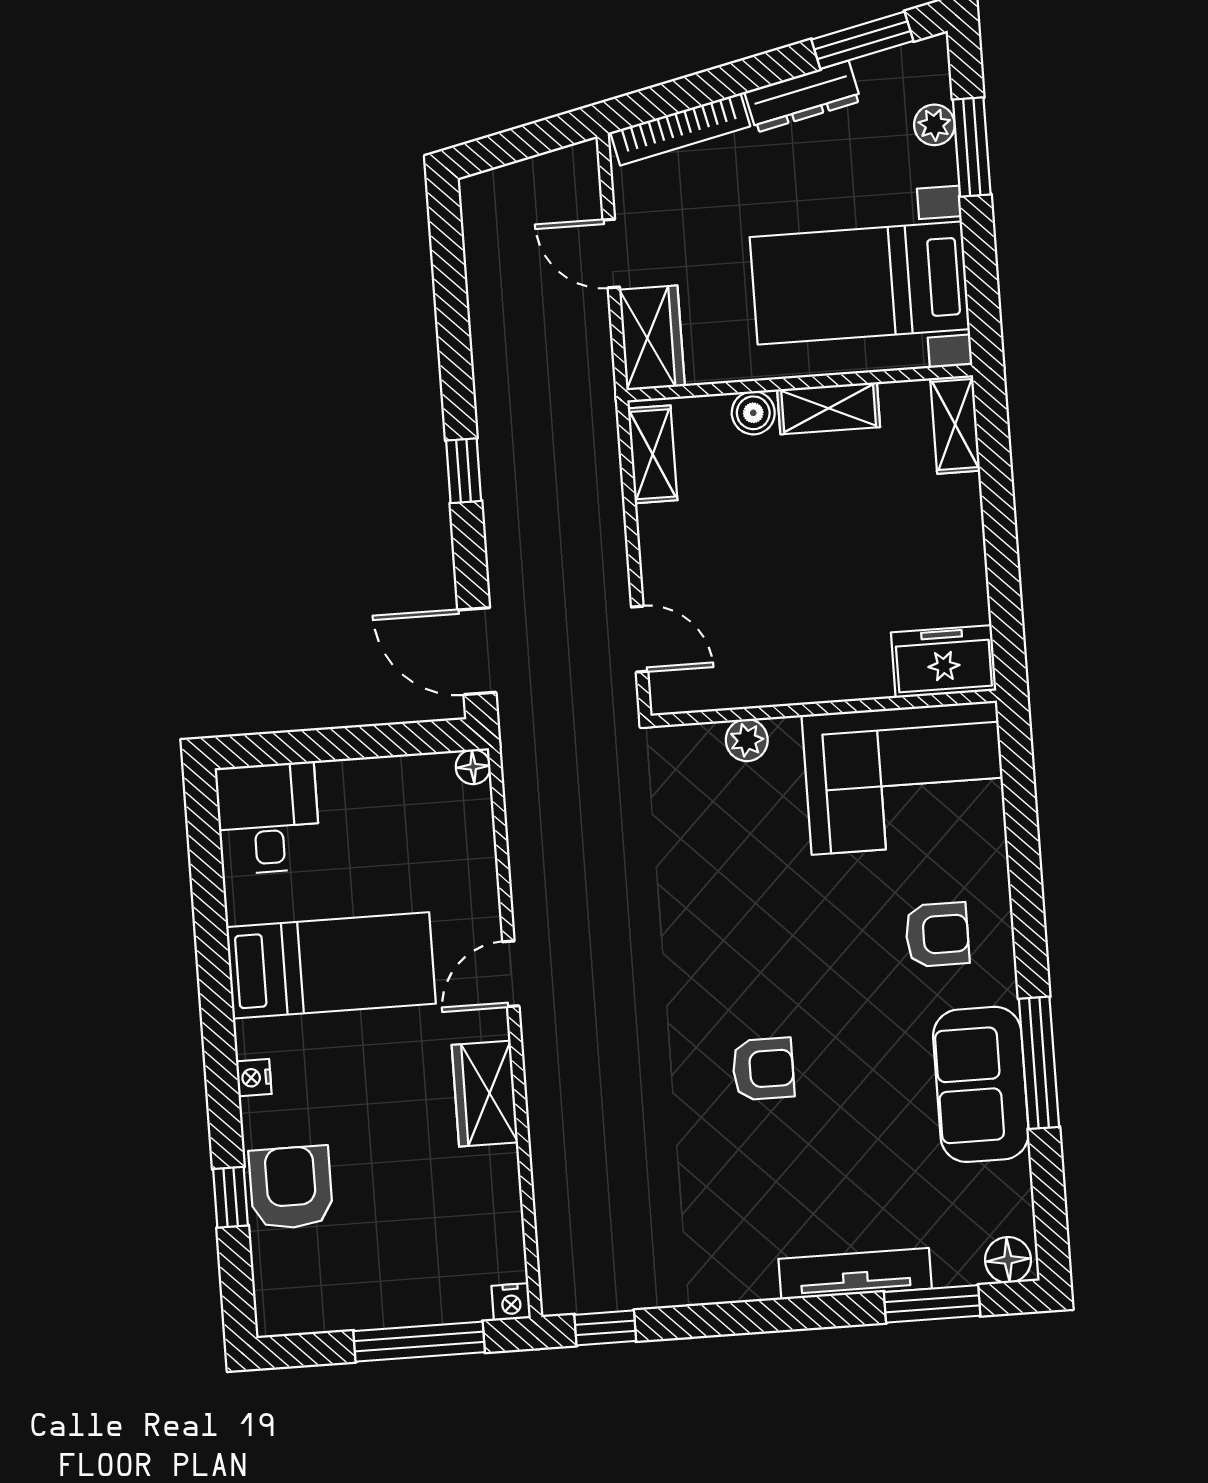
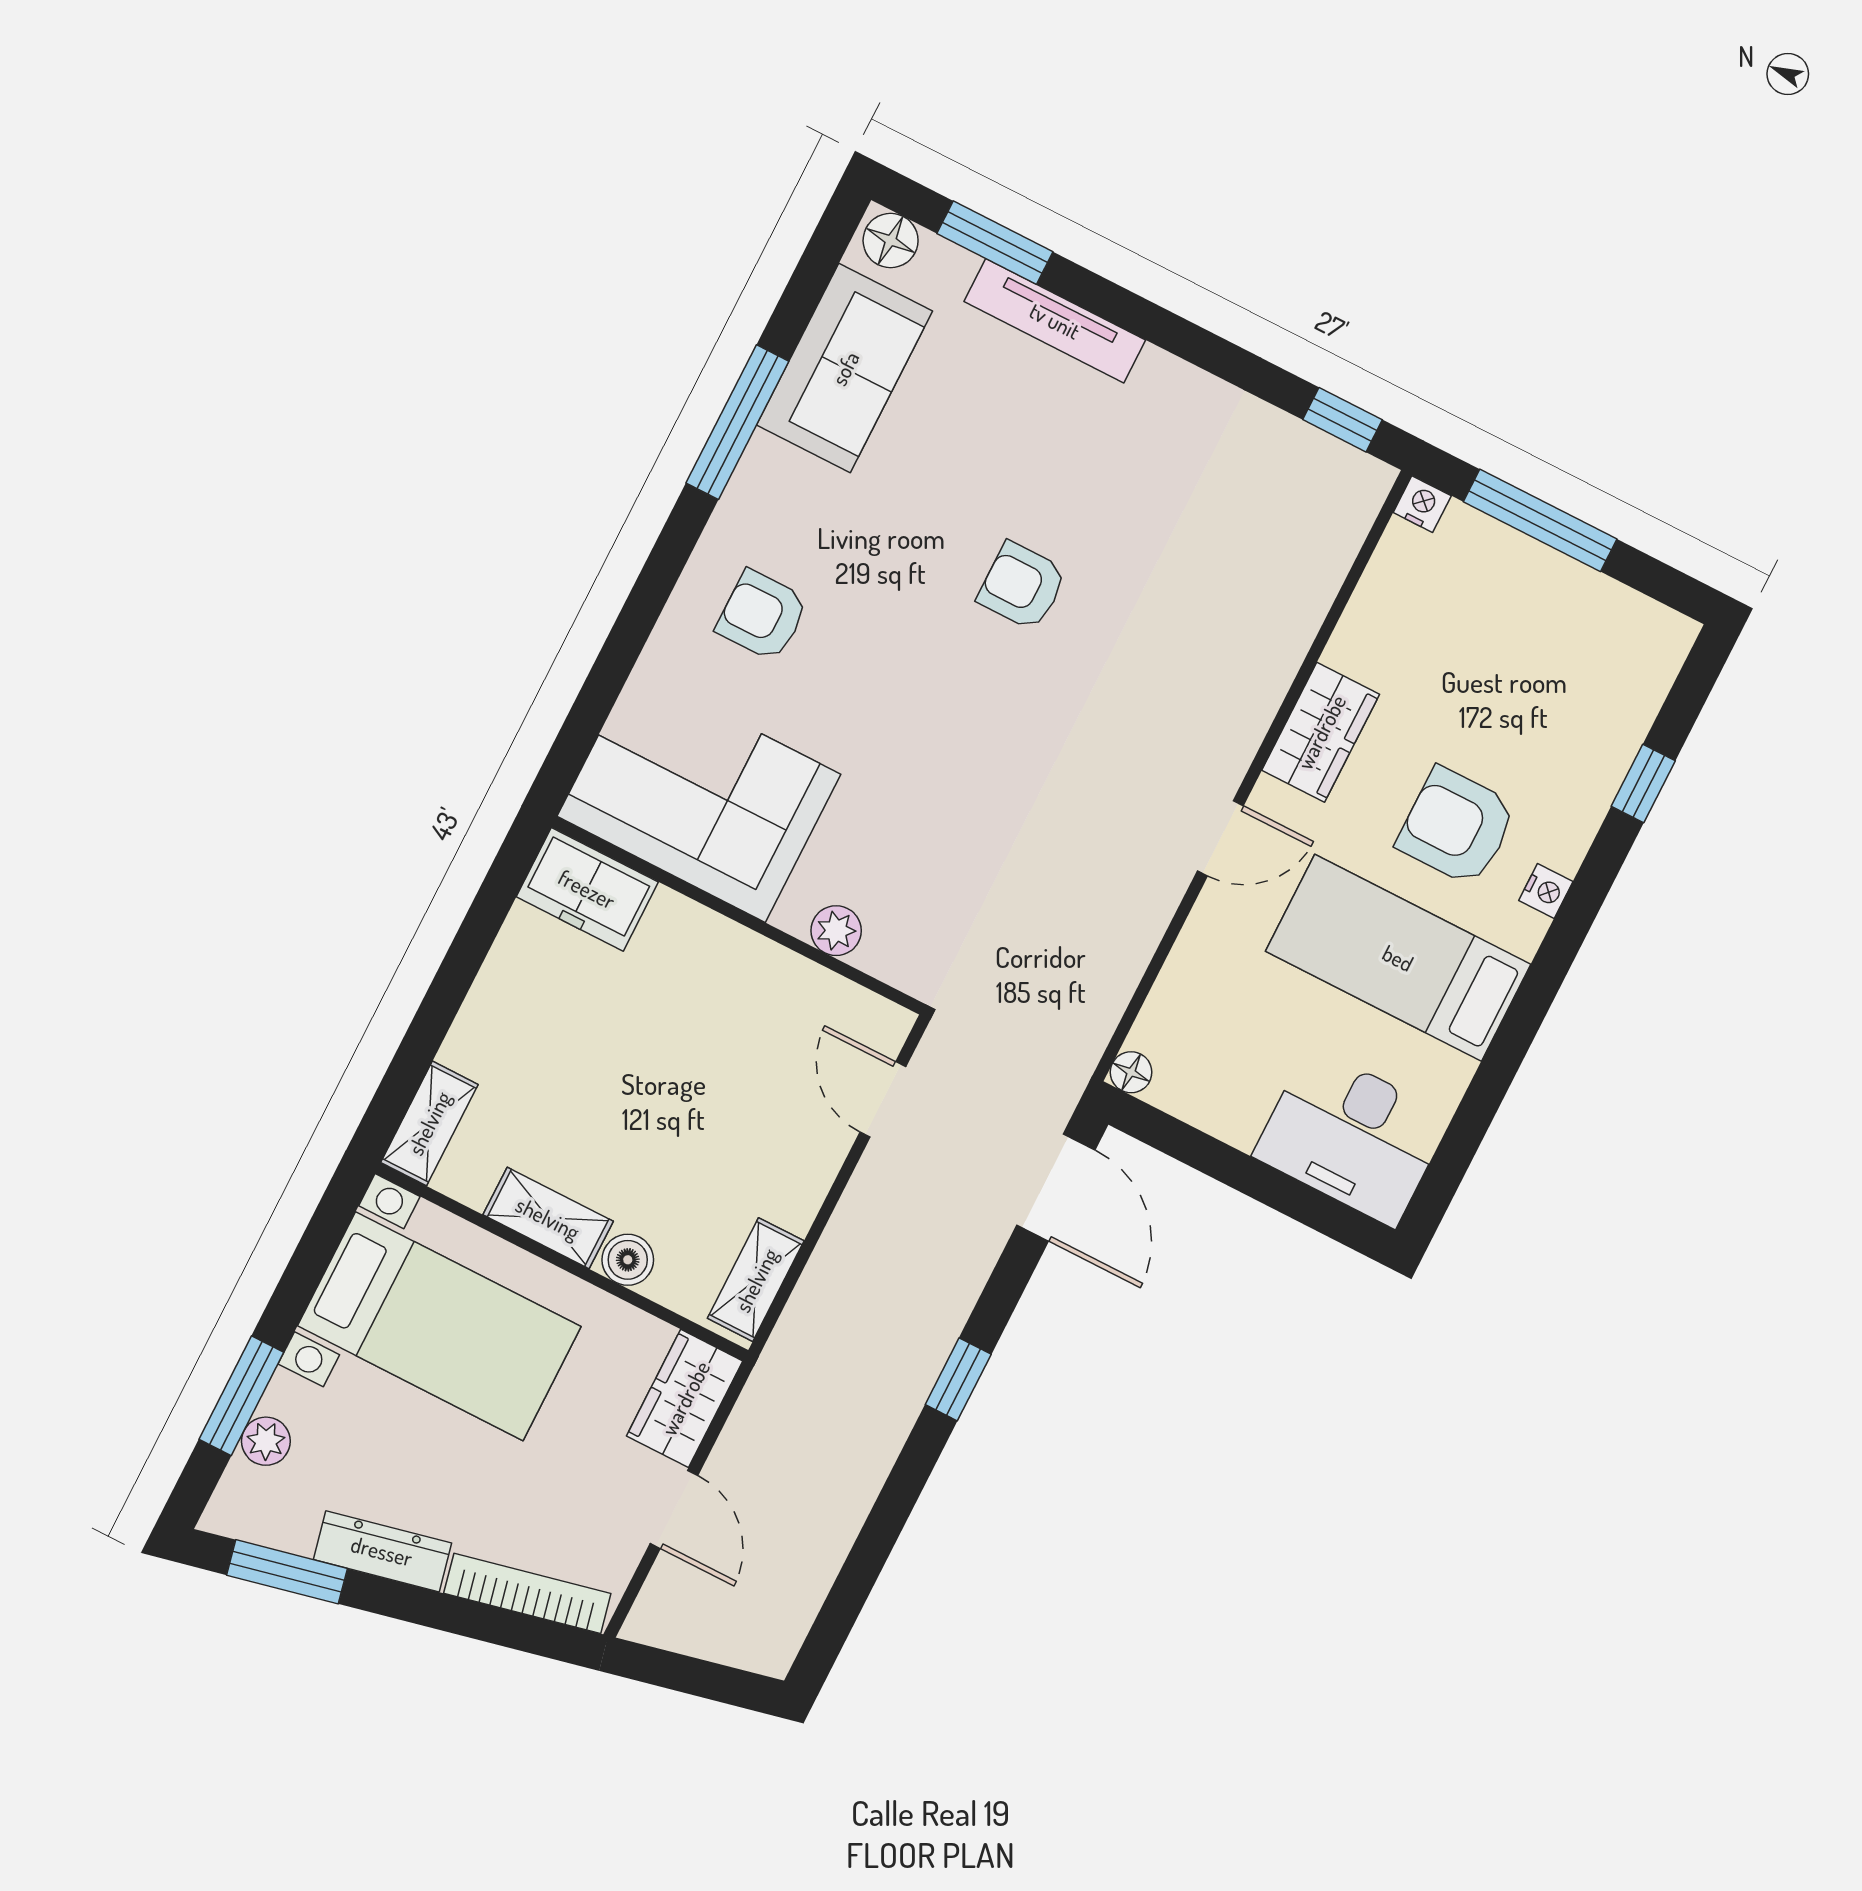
desk: (268, 818) -> (1352, 1136), width x1.37
sofa: (981, 1084) -> (845, 368), moved
armchair: (291, 1188) -> (1457, 826), moved, turned 90

